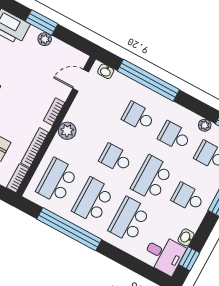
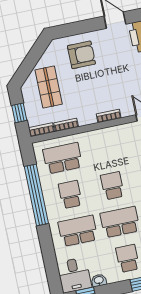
plant: (67, 131) -> (103, 136), removed
bookcase: (35, 148) -> (66, 125), width x0.64
school desk: (93, 200) -> (70, 195), width x0.54

